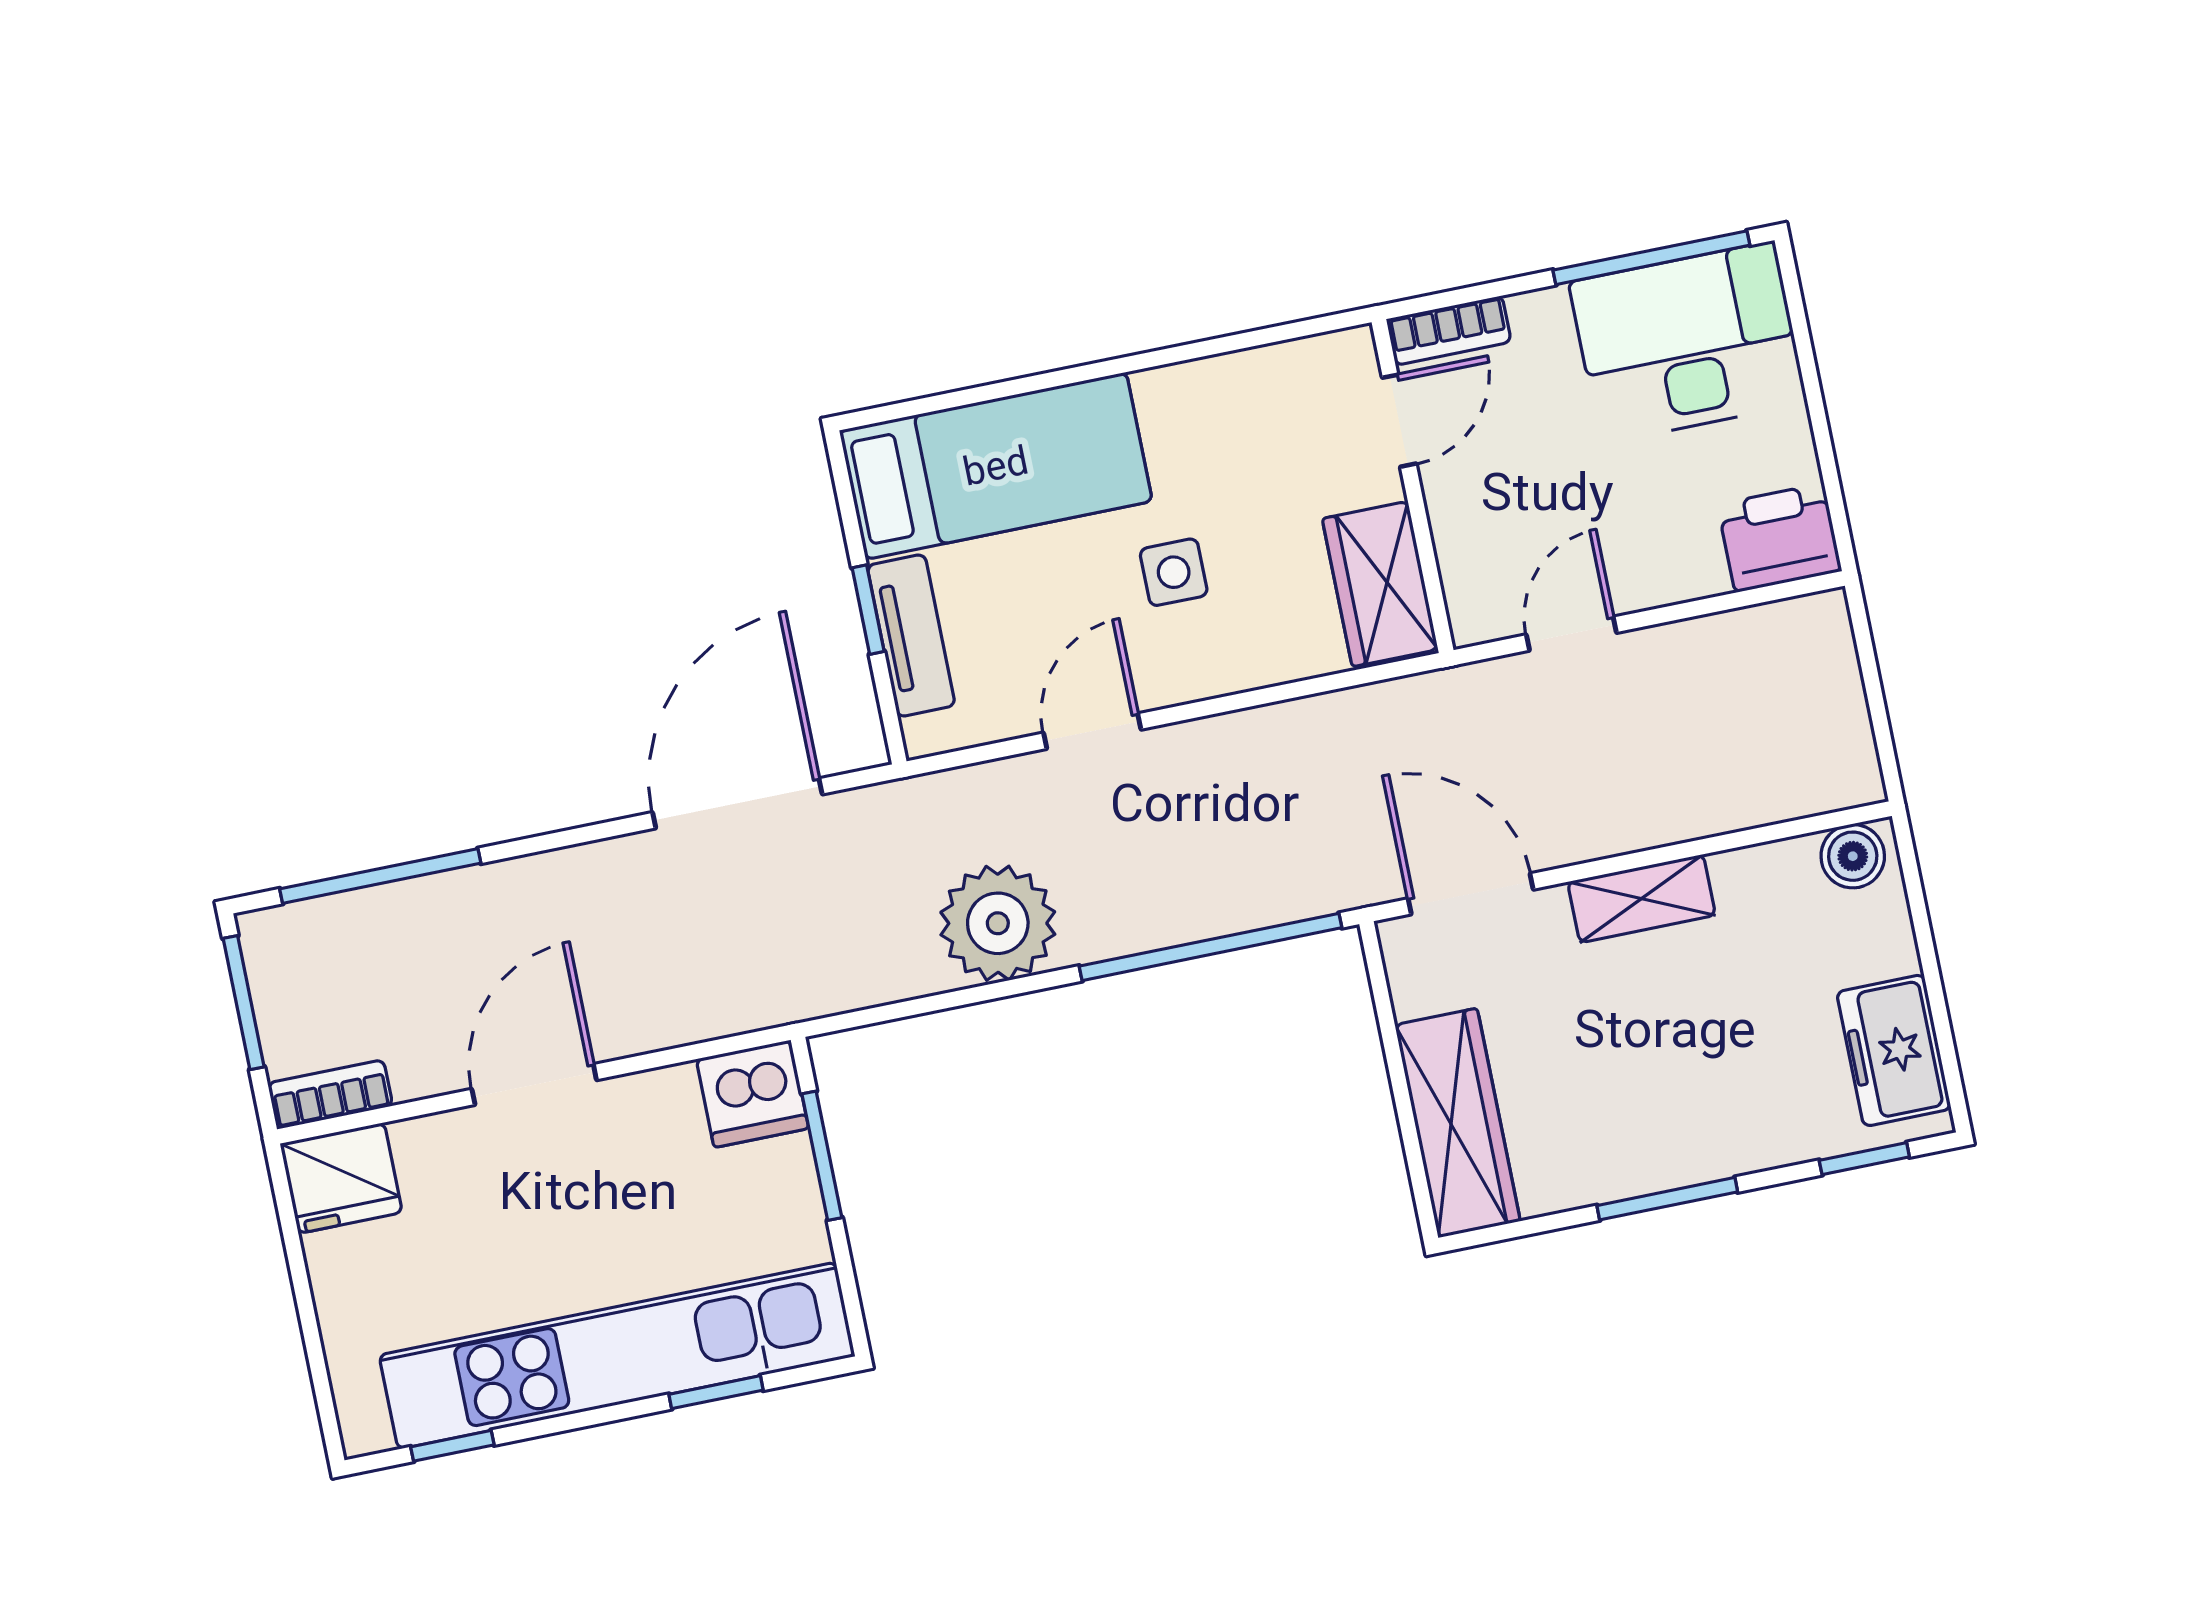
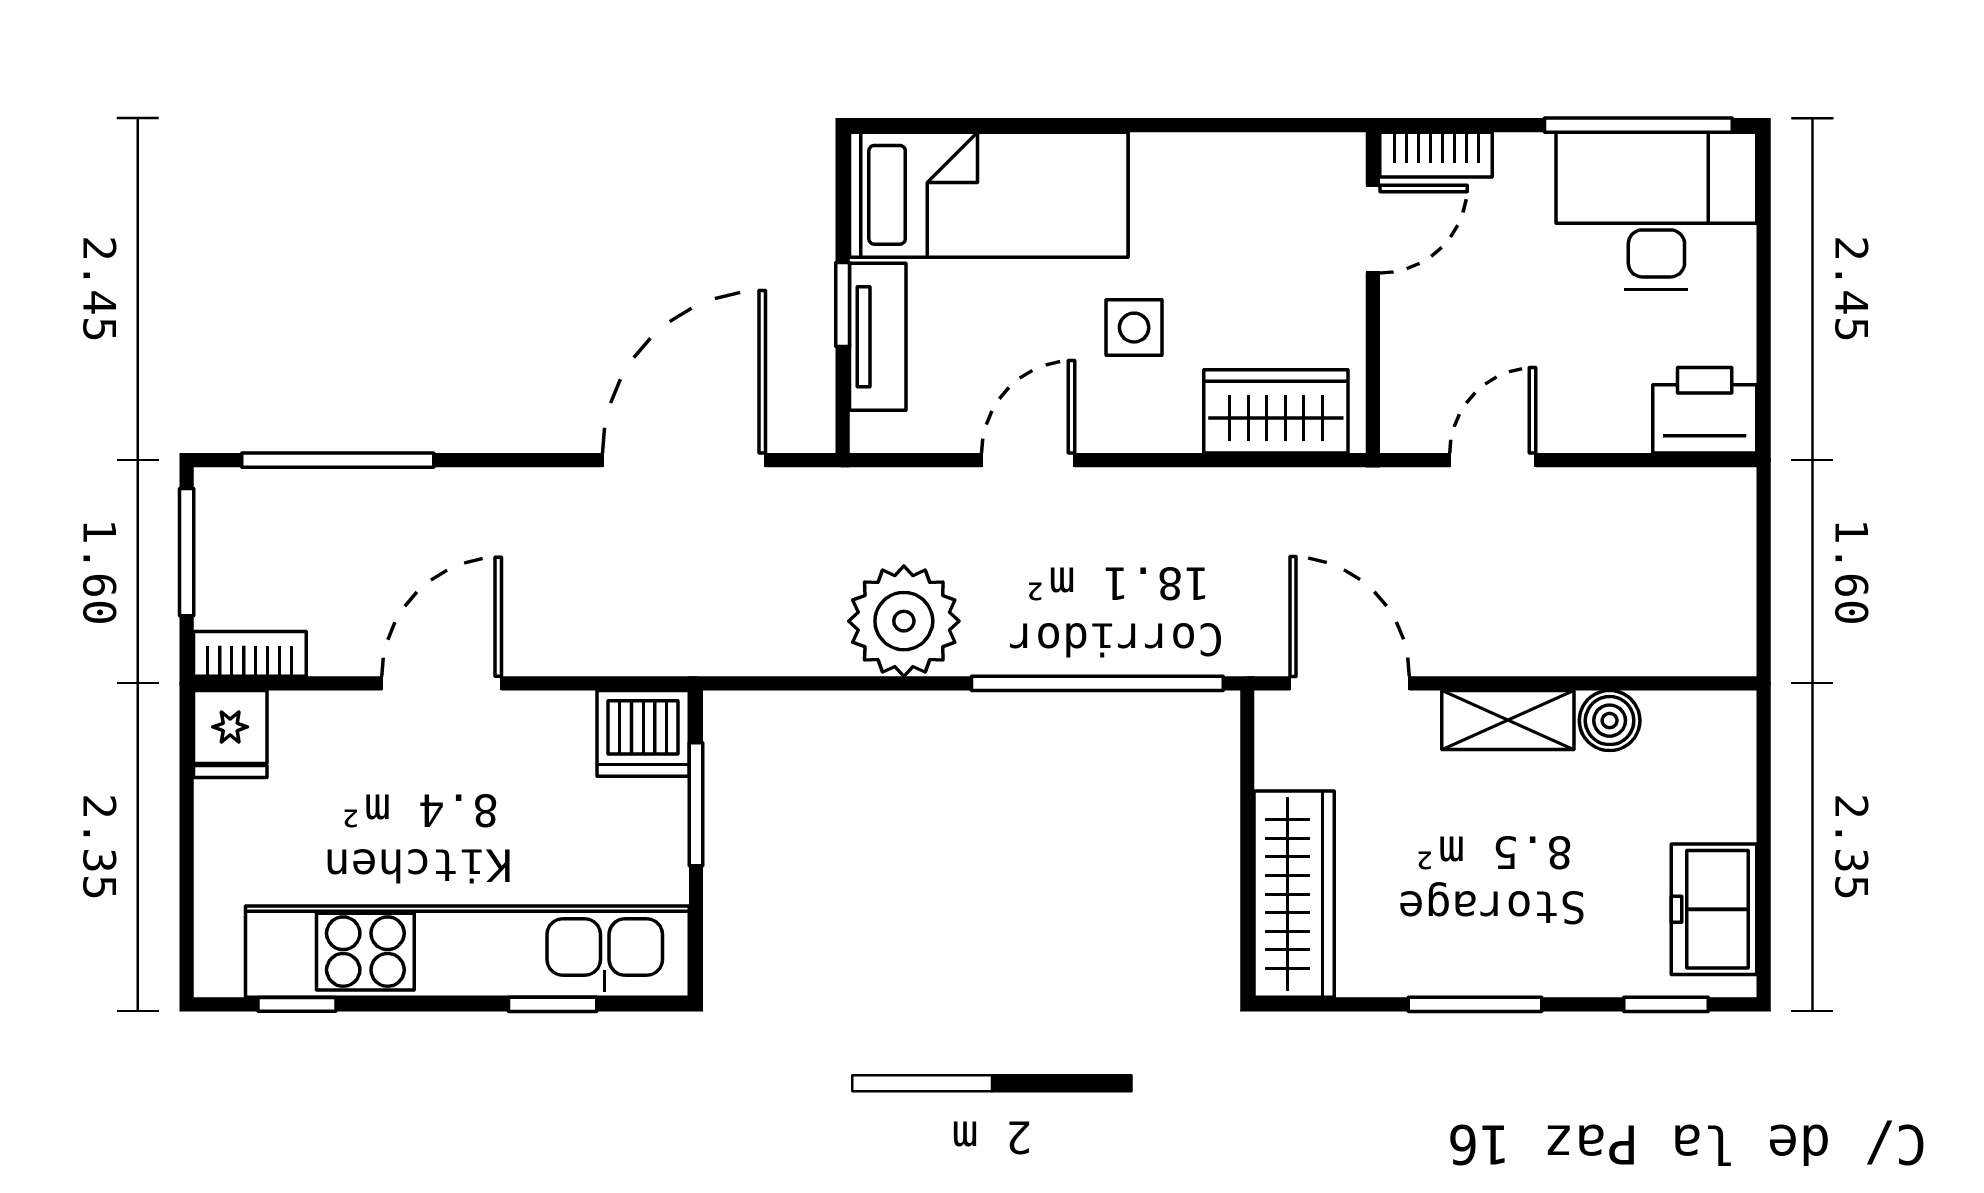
wardrobe: (1380, 584) -> (1276, 411), moved, turned 90
boiler: (1853, 856) -> (1610, 721), moved
fridge: (341, 1178) -> (230, 734), width x0.72

